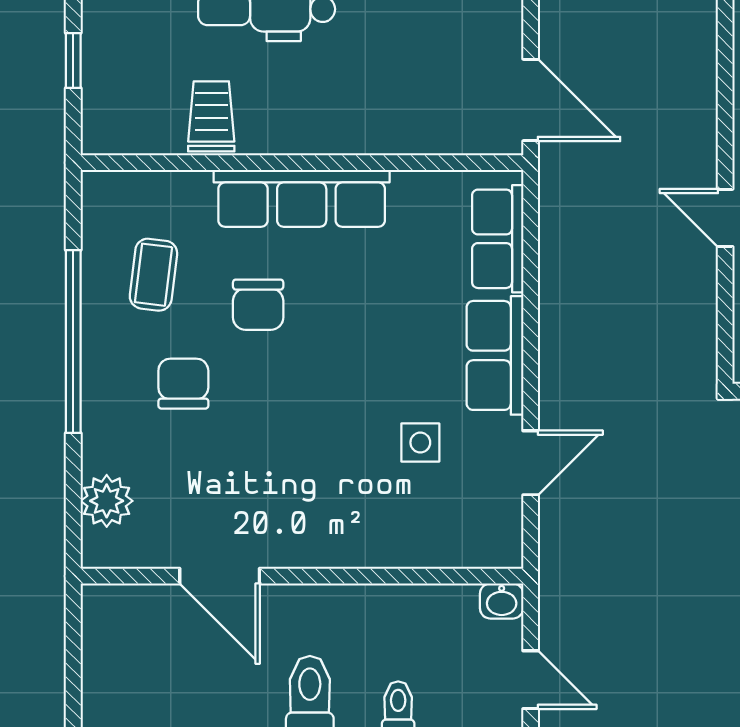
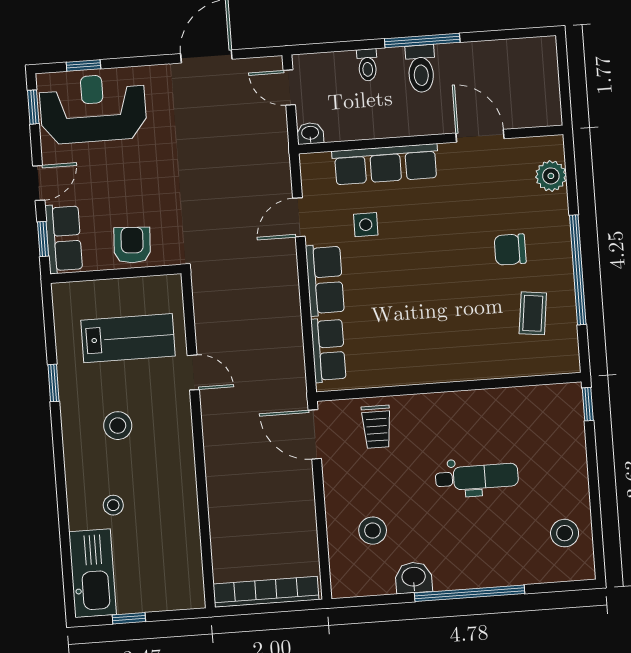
window: (73, 61) -> (588, 404), moved
trolley: (211, 116) -> (377, 427), moved
row of seats: (302, 198) -> (385, 164), moved, turned 180
chair: (258, 305) -> (469, 300), removed
chair: (183, 384) -> (510, 249), turned 90

